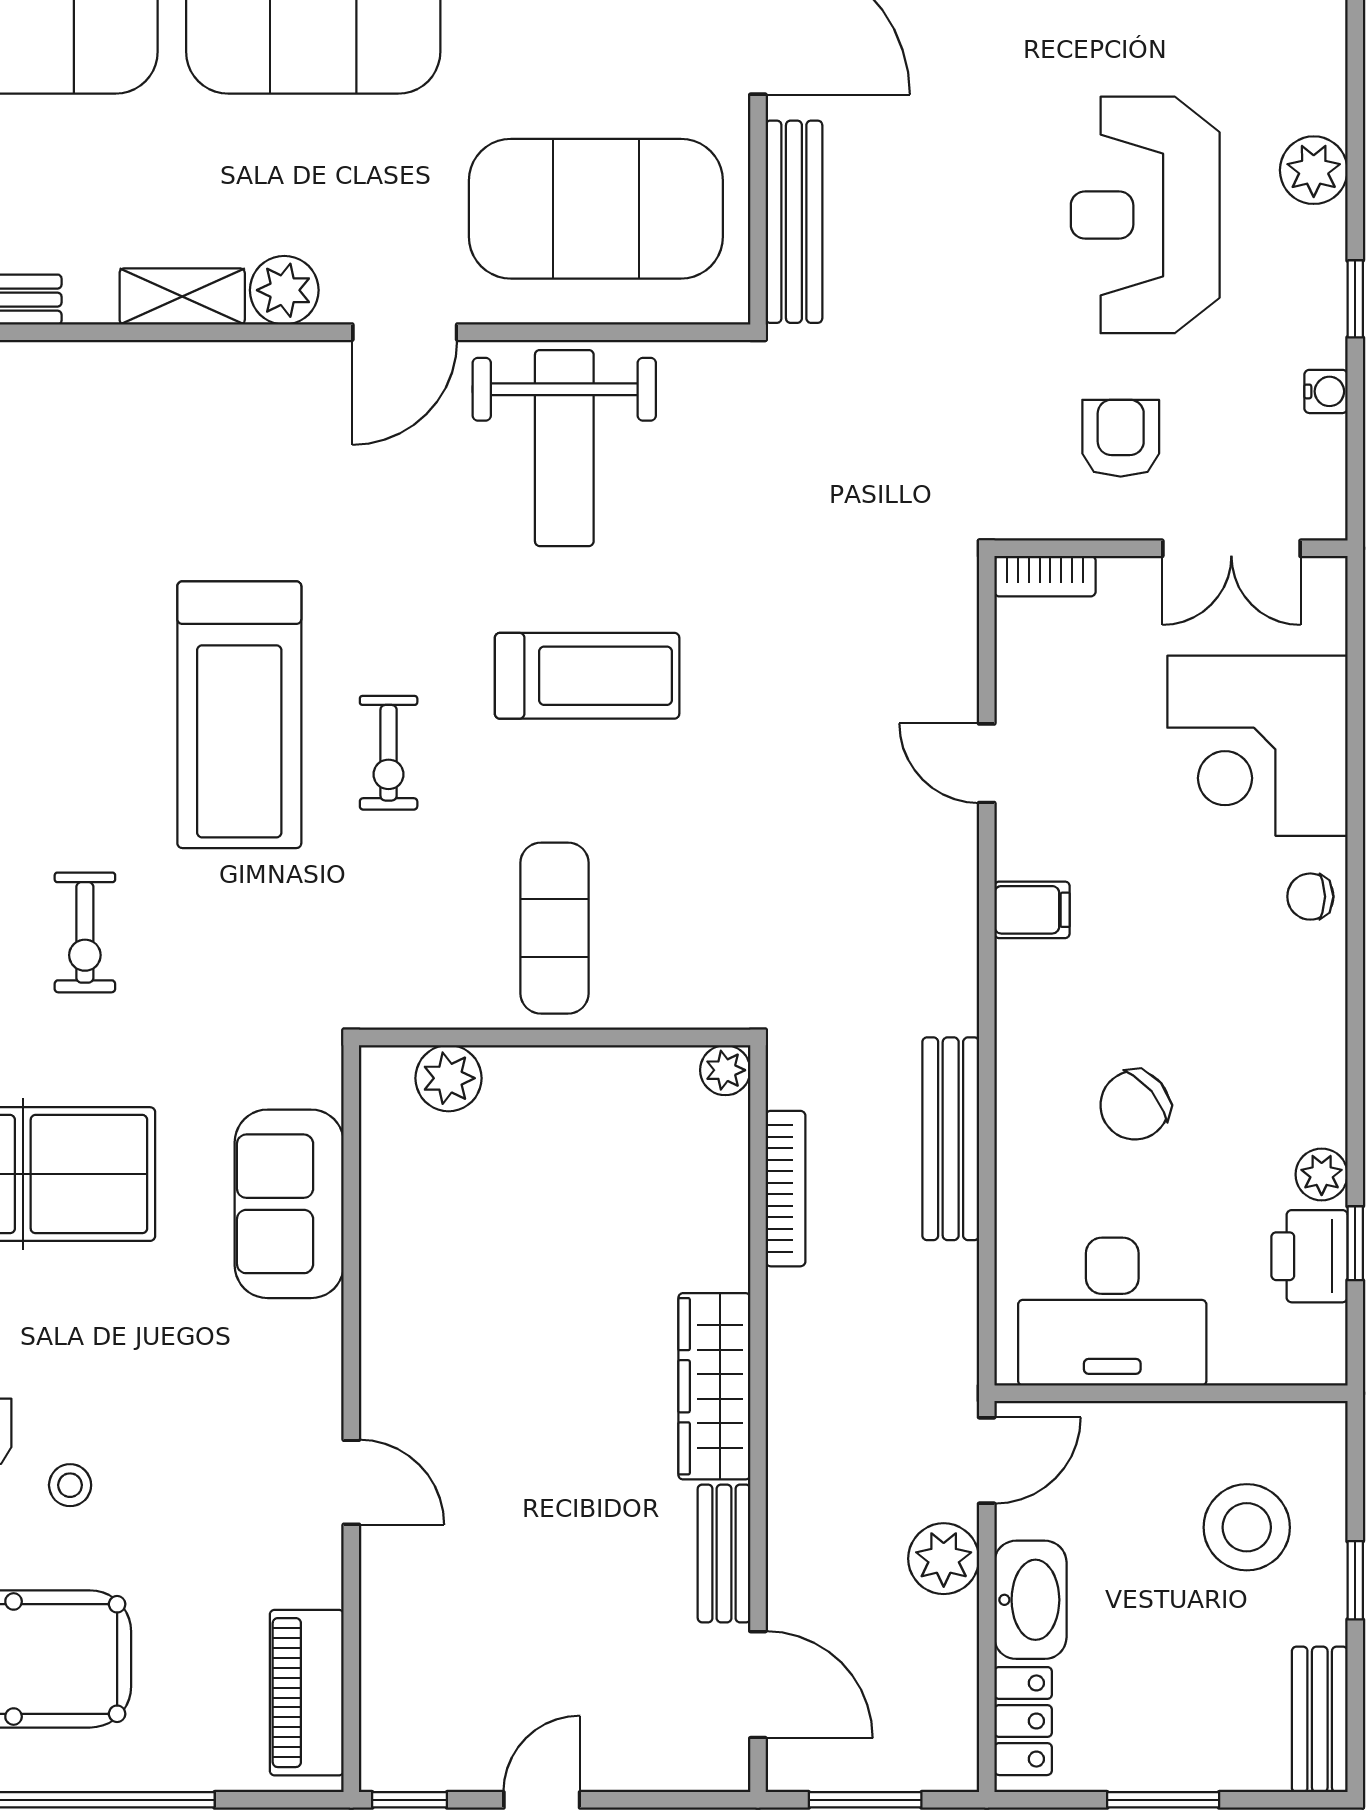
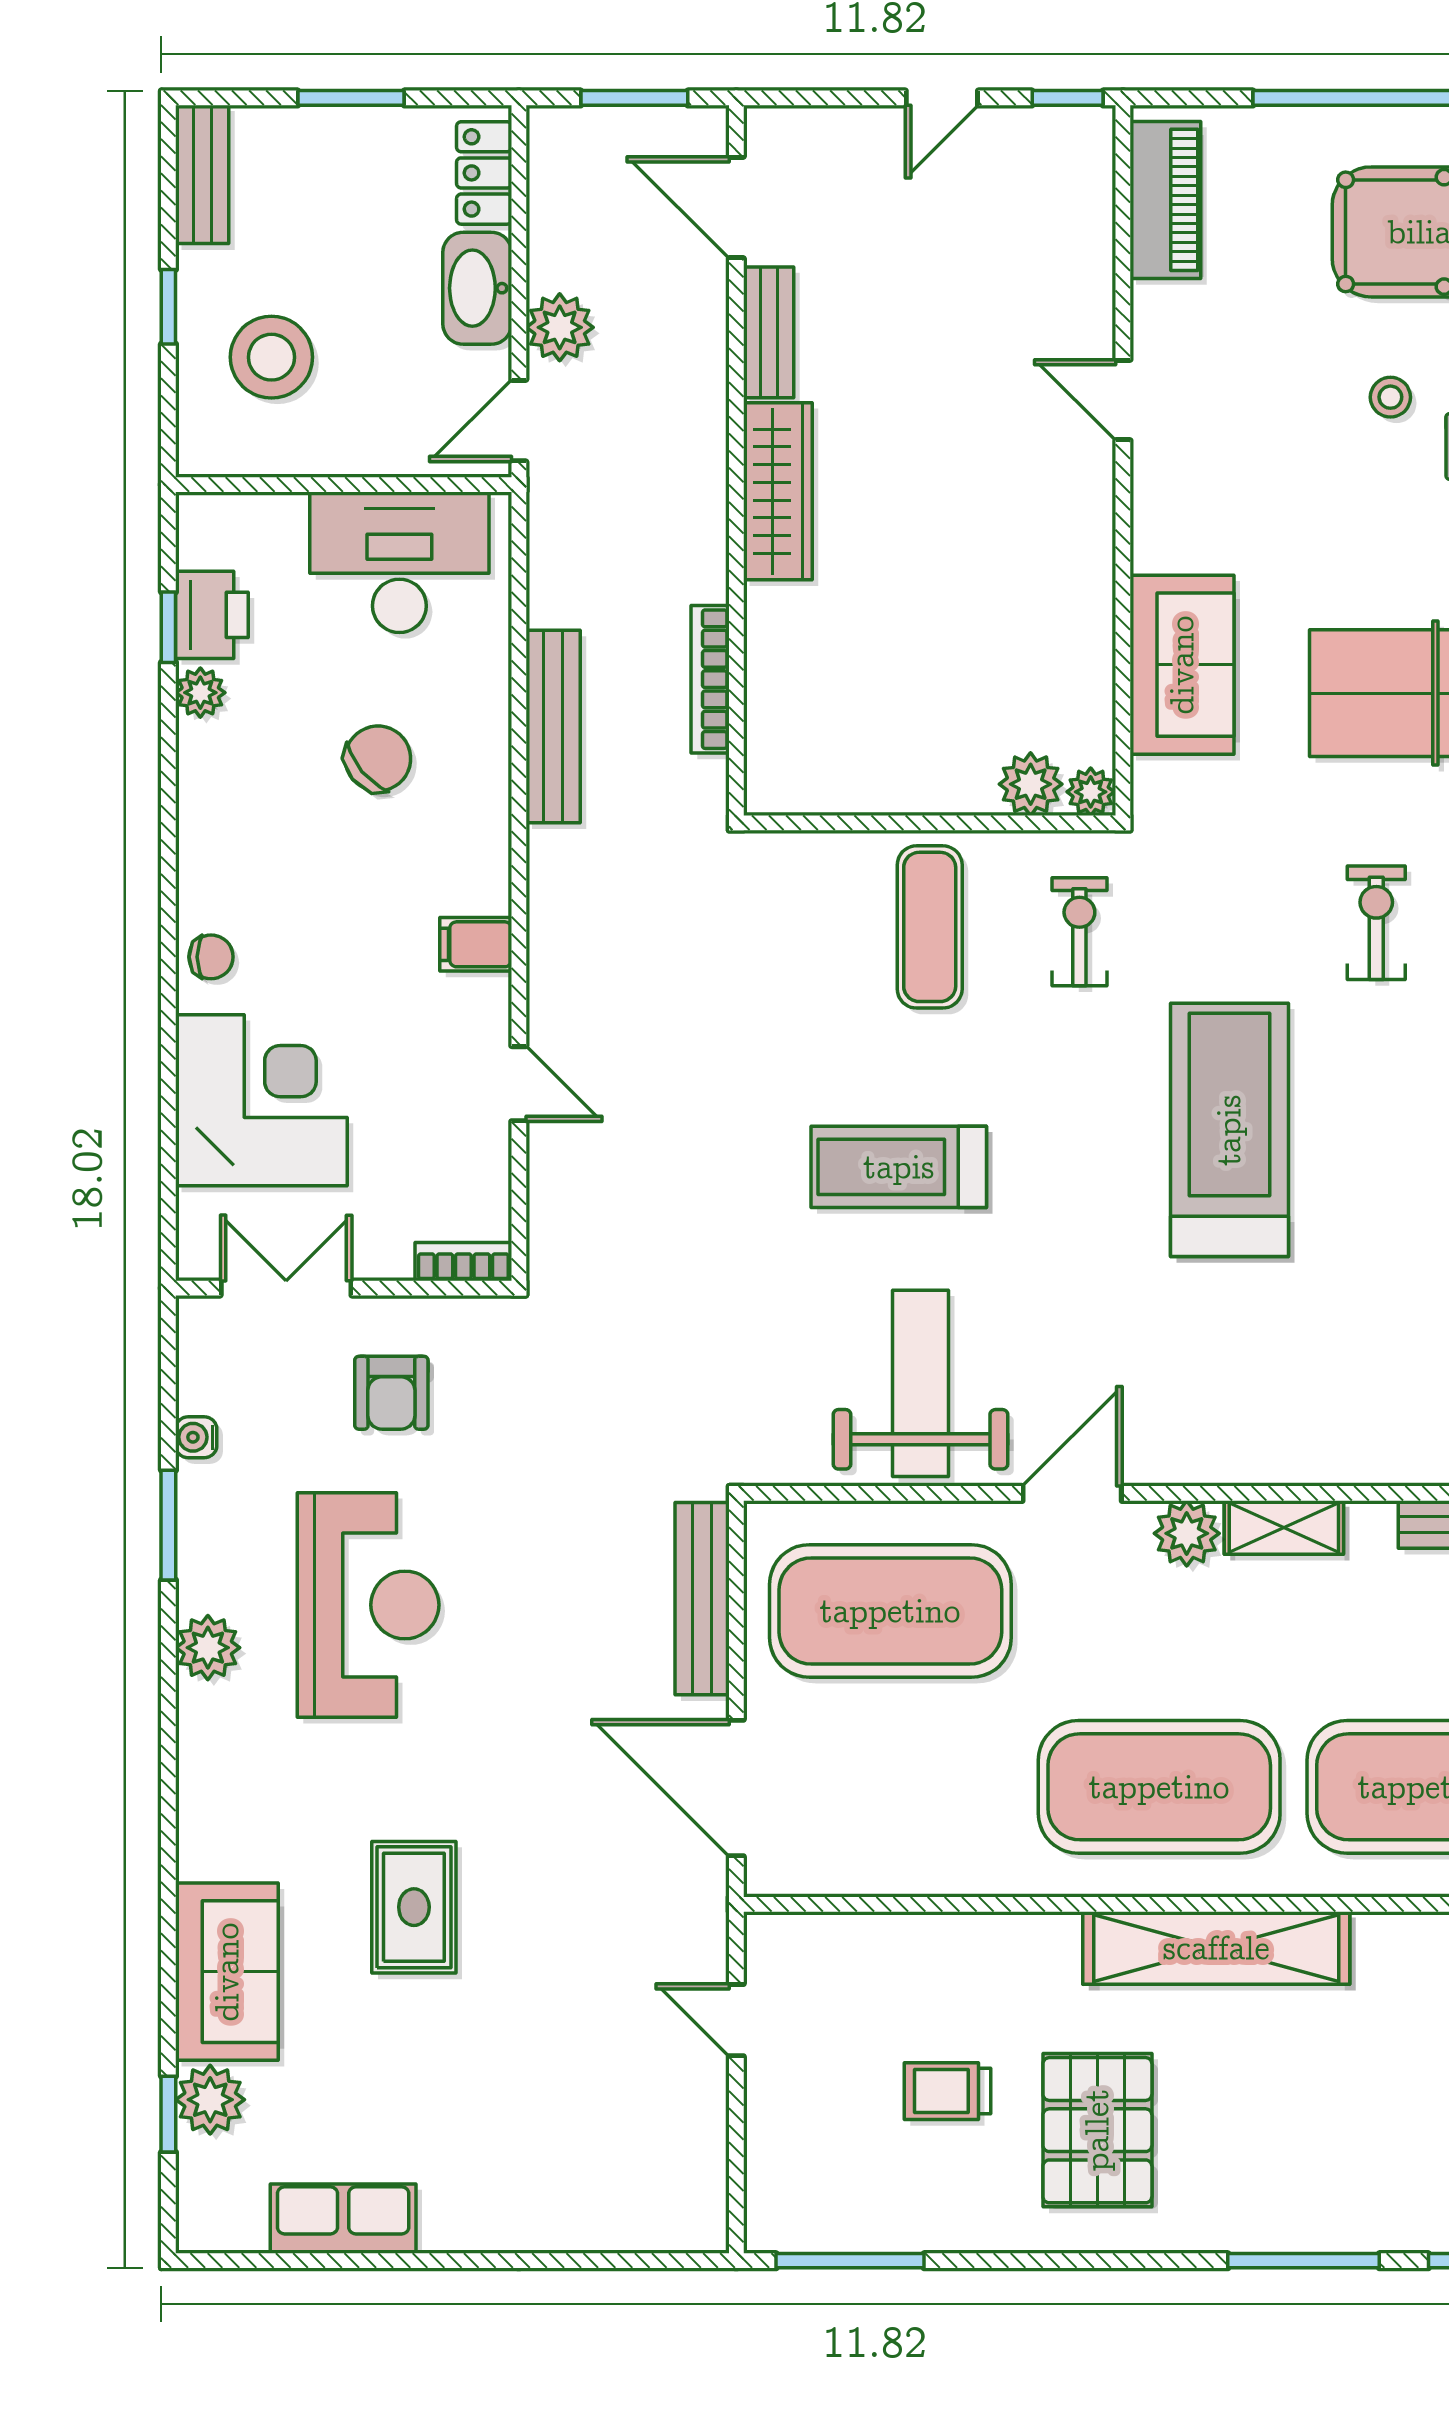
window: (1355, 299) -> (168, 1525), width x1.50
exercise bike: (389, 753) -> (1079, 932), moved
plant: (725, 1070) -> (1091, 792), moved

